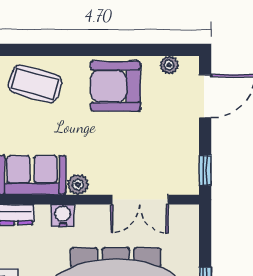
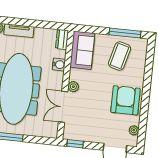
coffee table: (35, 84) -> (120, 56), moved
plant: (78, 185) -> (73, 87), moved

